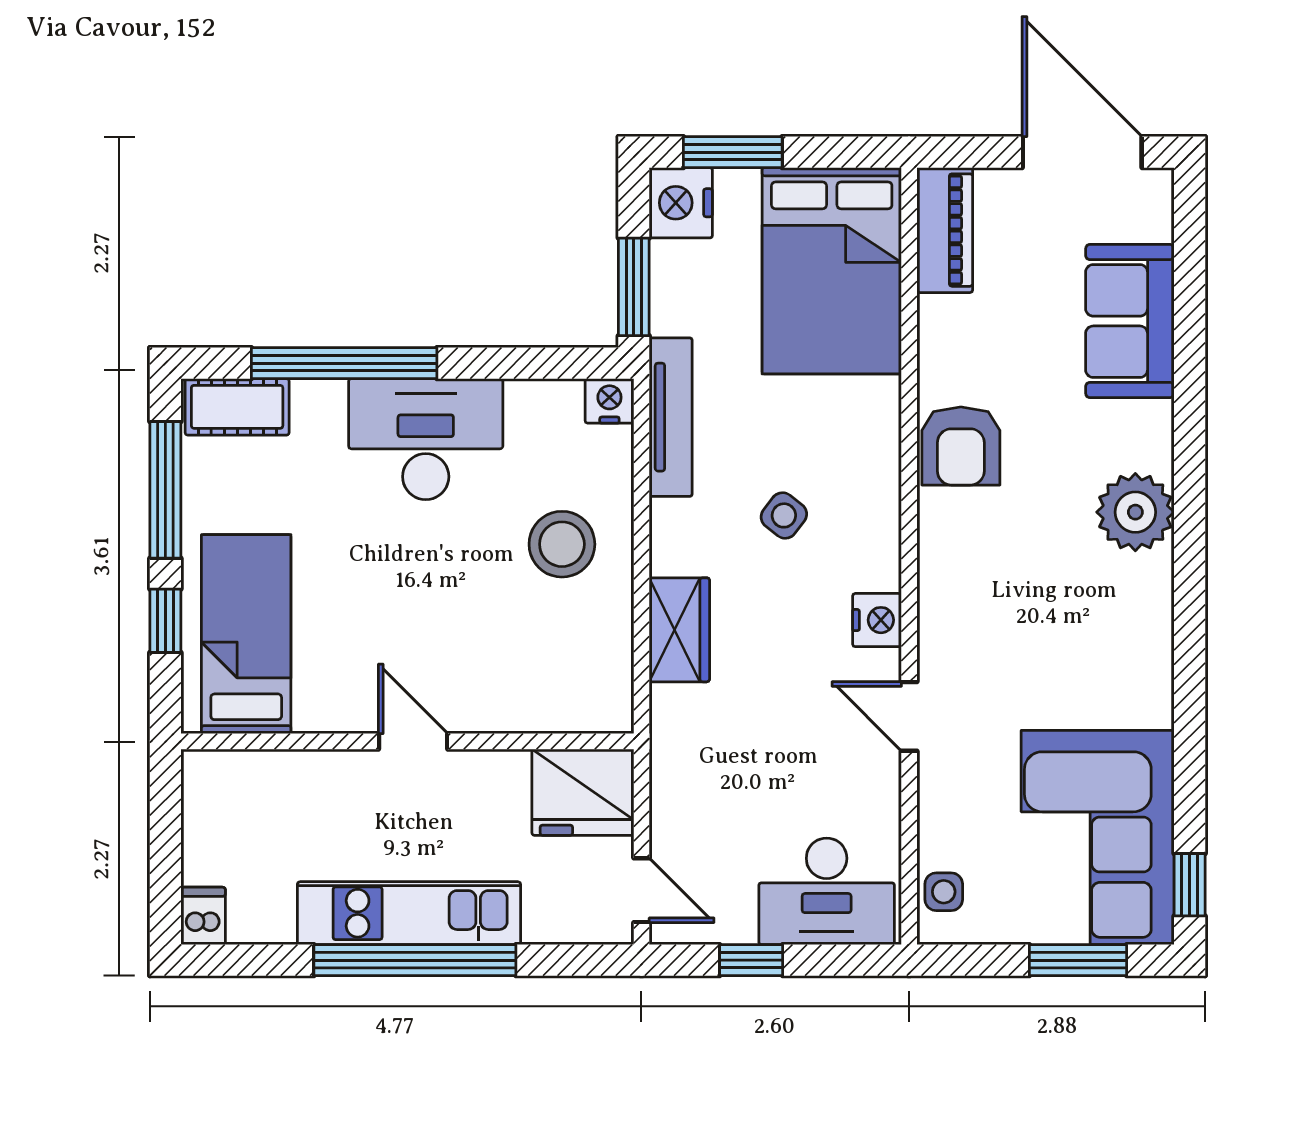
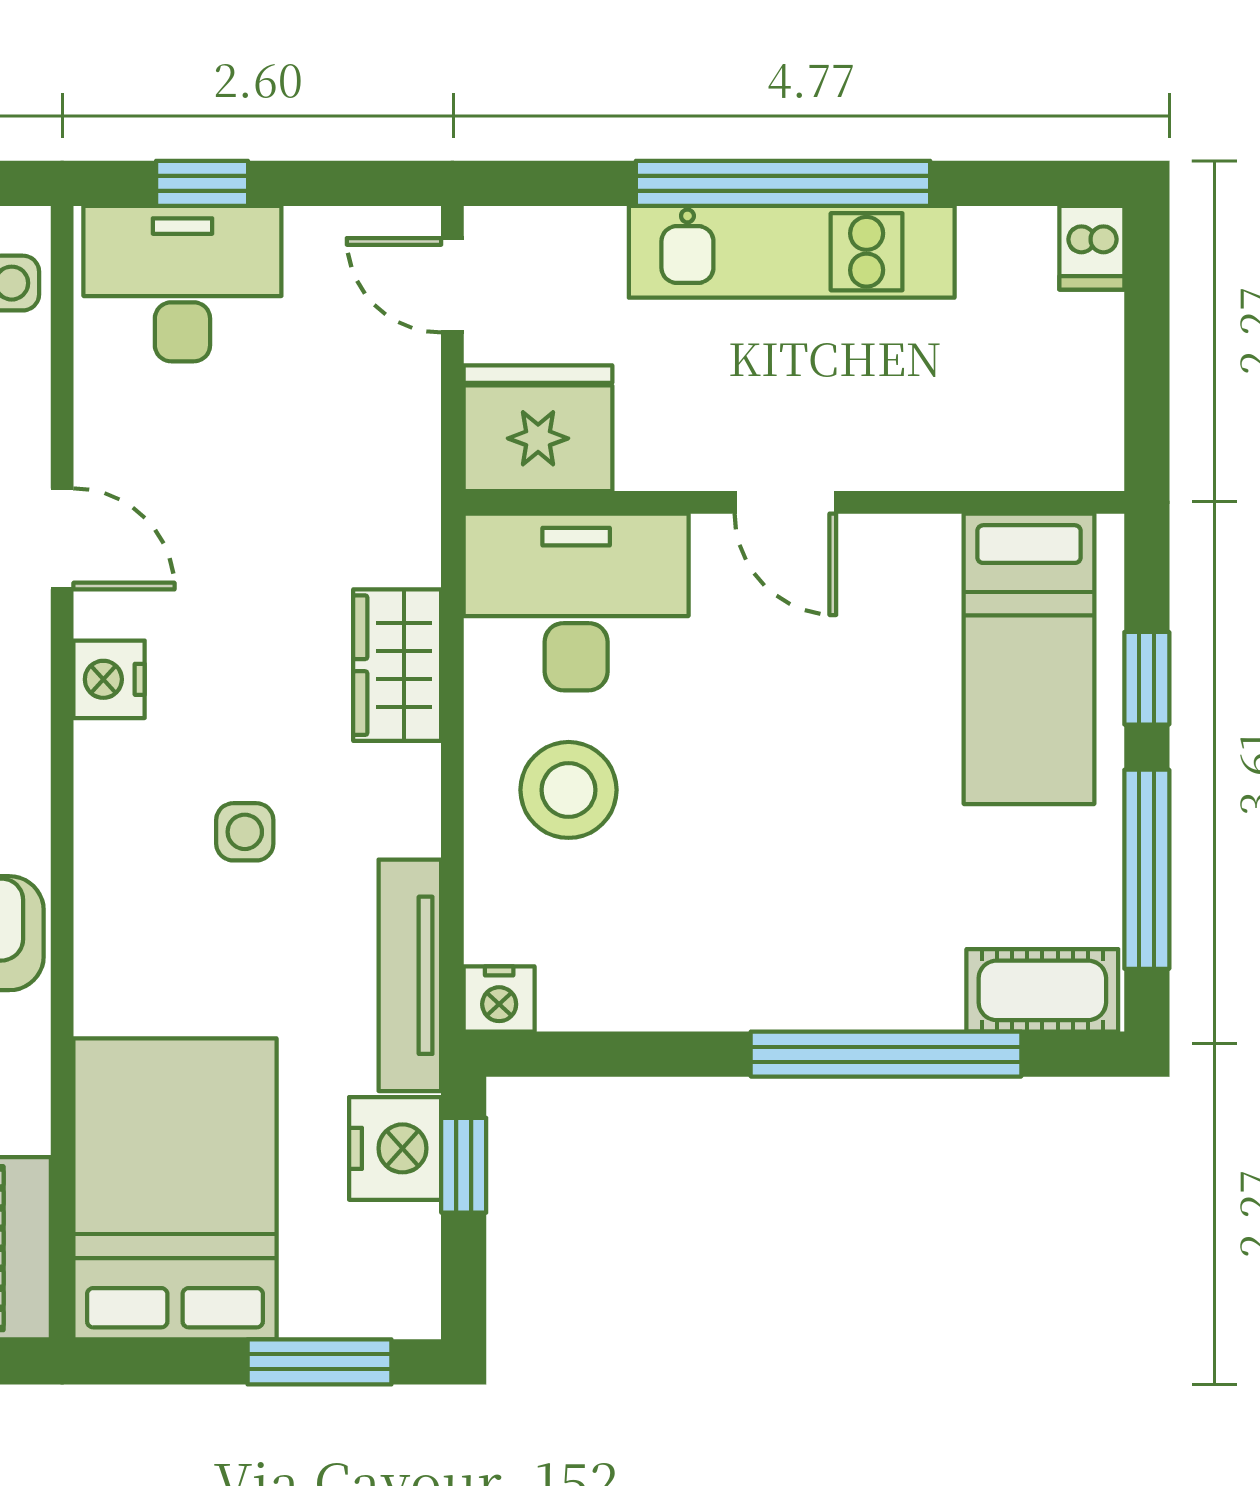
nightstand: (681, 203) -> (395, 1148), moved
window: (634, 287) -> (464, 1165), width x0.67
desk: (426, 439) -> (576, 602), moved, turned 180
side table: (784, 515) -> (245, 832), turned -38
window: (751, 960) -> (202, 183), moved

